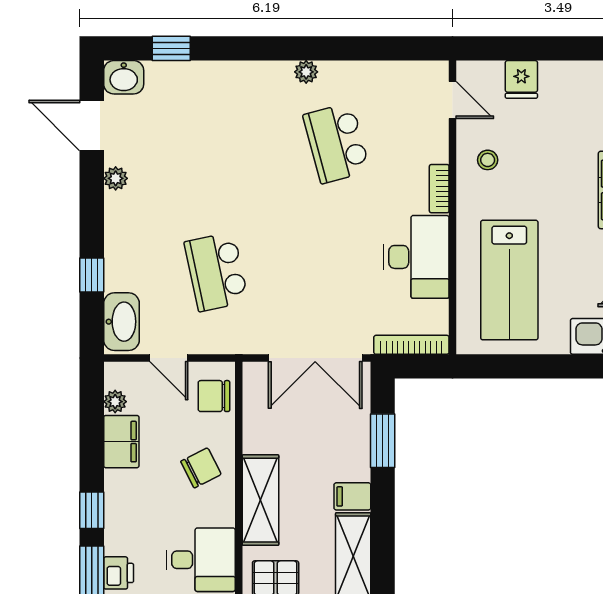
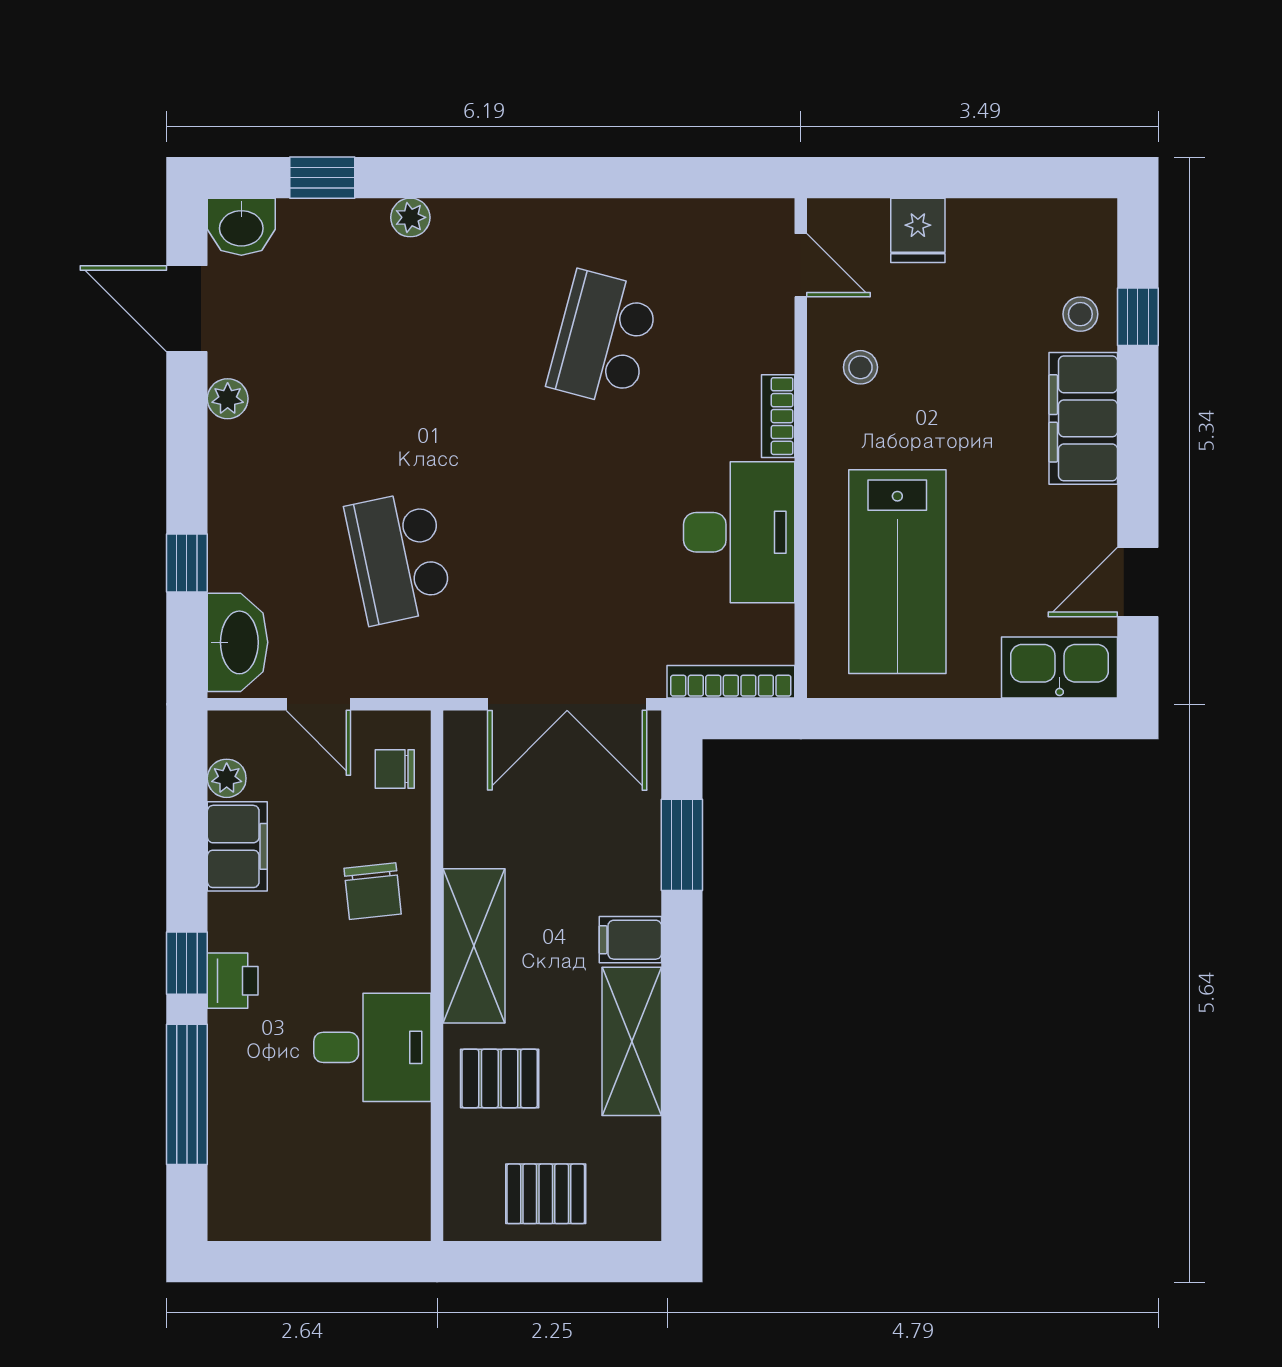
plant: (306, 72) -> (410, 217), moved
school desk: (336, 143) -> (603, 339), turned 30
chair: (214, 396) -> (395, 769), width x0.73, depth x0.73
chair: (201, 468) -> (373, 891), turned 111
printer: (119, 573) -> (233, 981), moved

